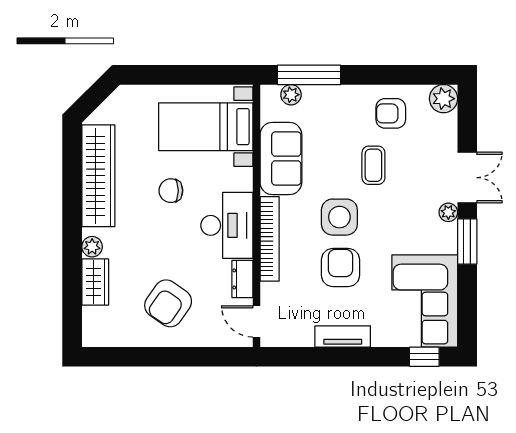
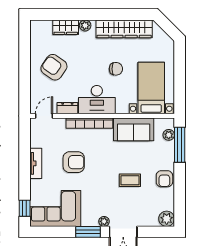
armchair: (391, 113) -> (164, 179), moved, turned 180
chair: (171, 191) -> (116, 69), turned 90
side table: (339, 217) -> (101, 162), removed

